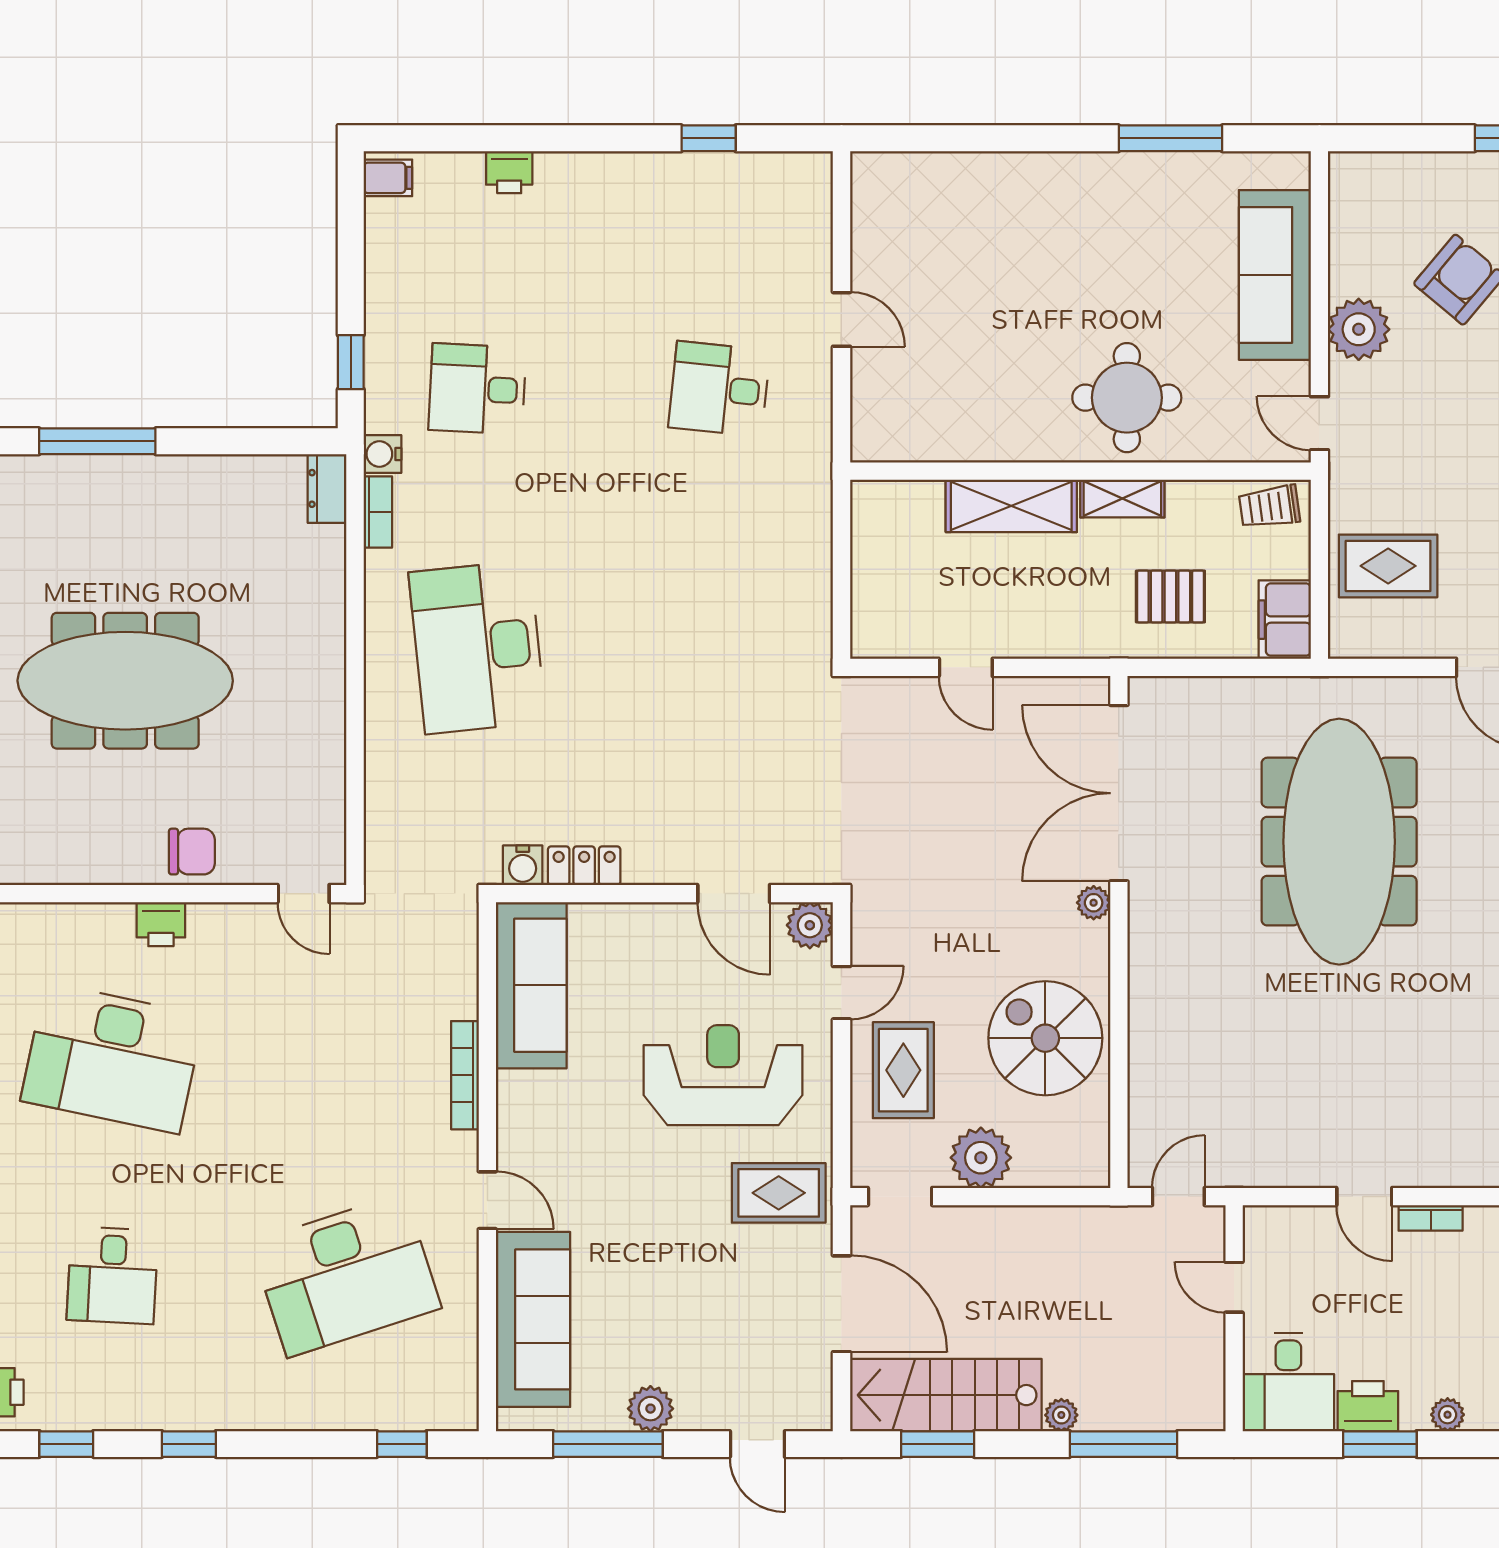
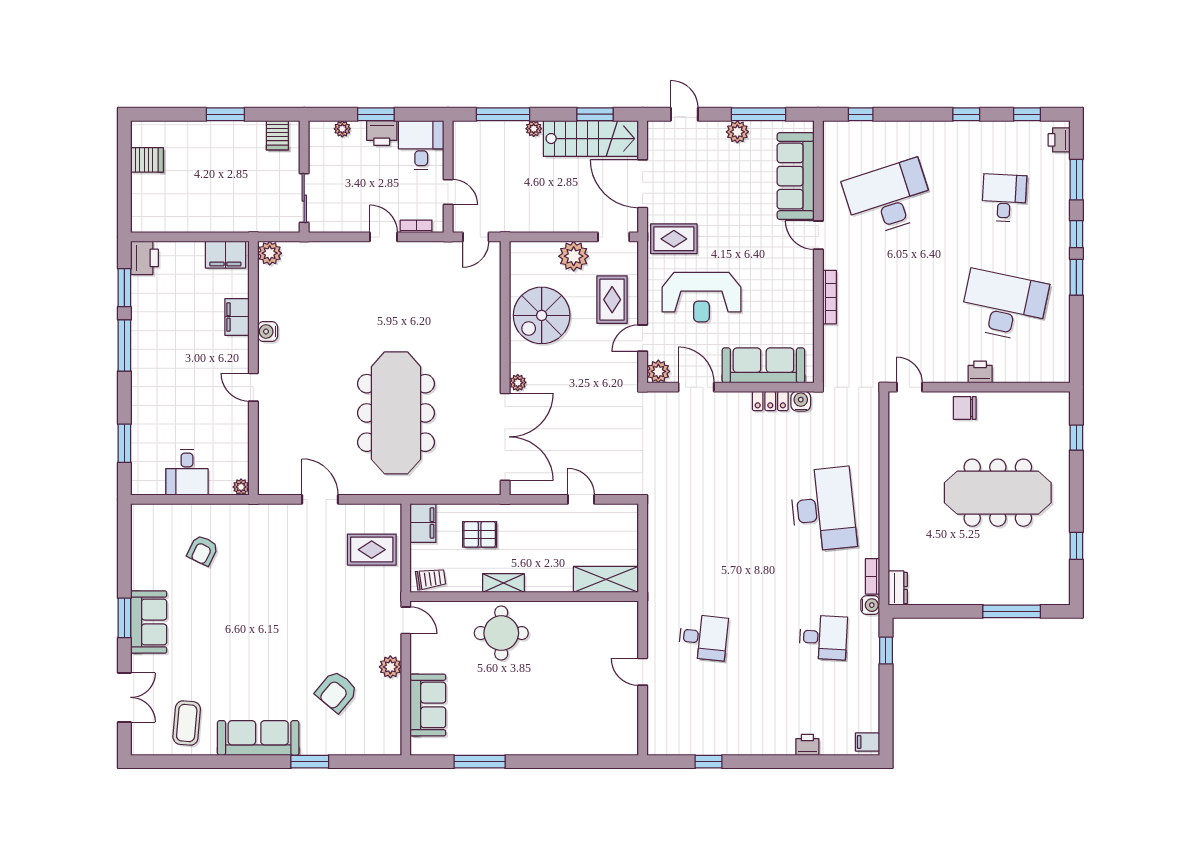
sofa: (1275, 275) -> (428, 705), width x0.73
plant: (1359, 329) -> (390, 667), width x0.73, depth x0.73
shelving: (1011, 506) -> (606, 579), moved
sofa: (531, 985) -> (763, 365), moved, turned 90
spiral stairs: (1045, 1038) -> (542, 315), turned 90
bookcase: (1431, 1218) -> (416, 226), moved

